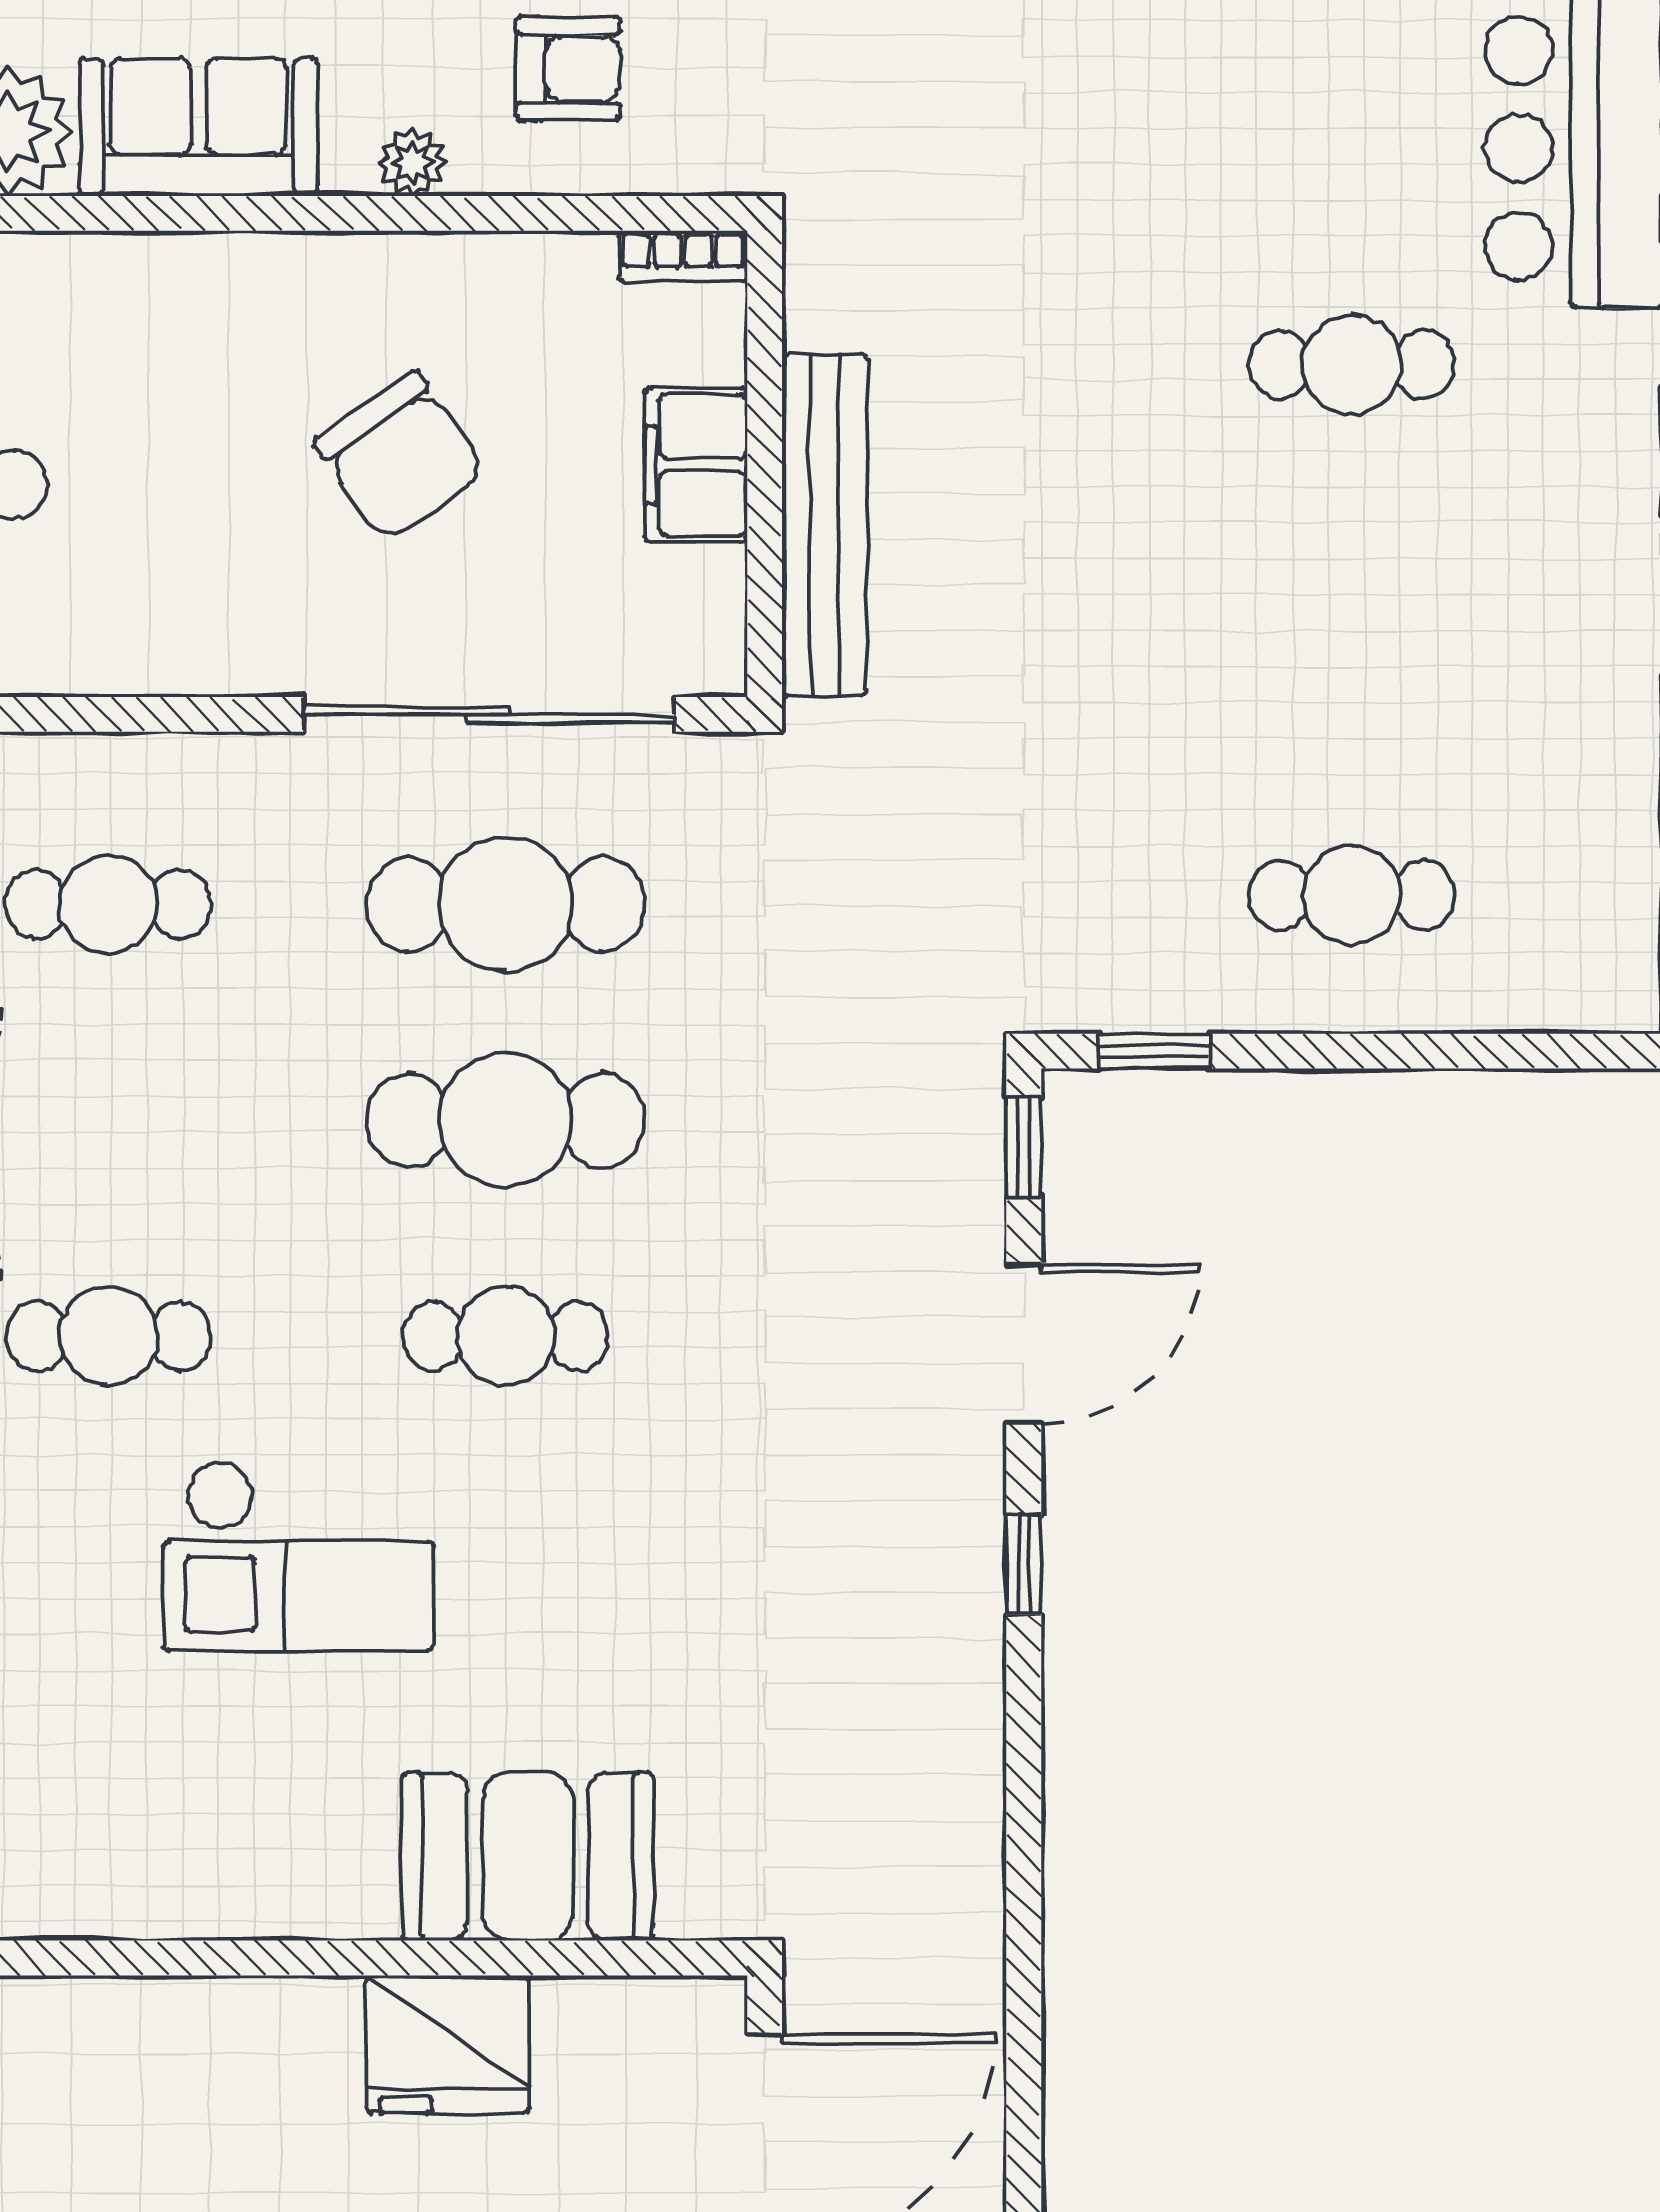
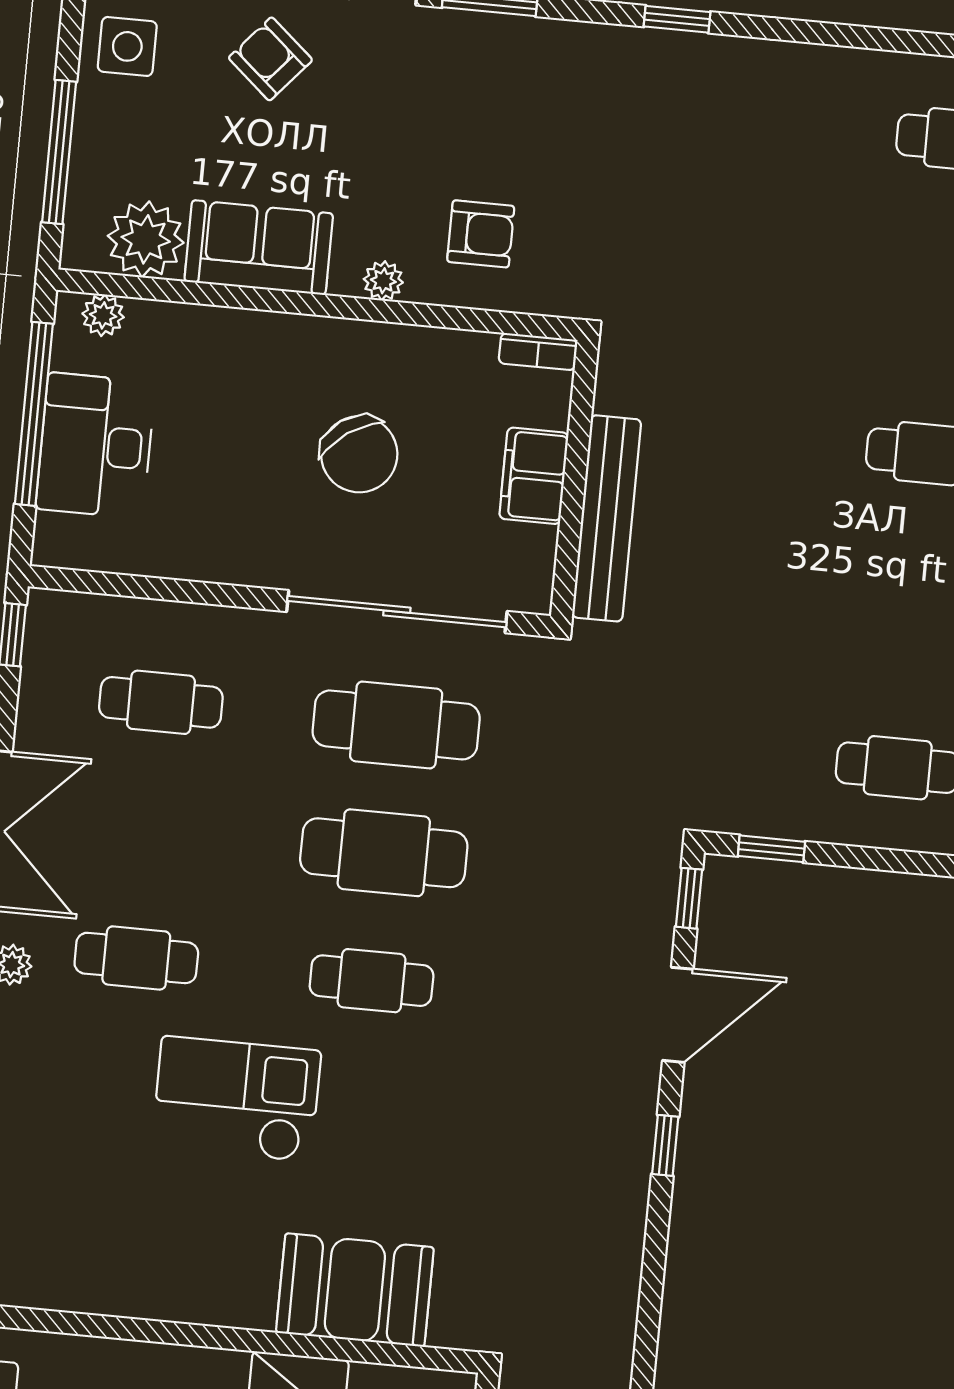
checkout: (298, 1556) -> (236, 1099), turned 180

